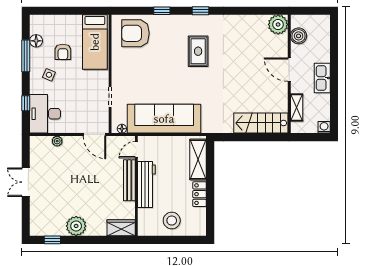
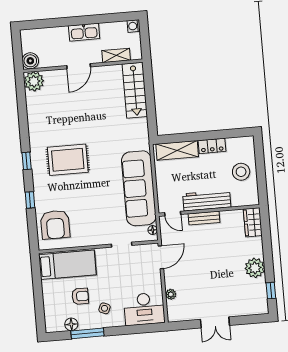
boiler: (299, 36) -> (30, 61), moved
rug: (198, 51) -> (68, 160), width x1.36, depth x1.43
window: (26, 103) -> (135, 329), removed
bench: (129, 180) -> (204, 218), width x0.73

